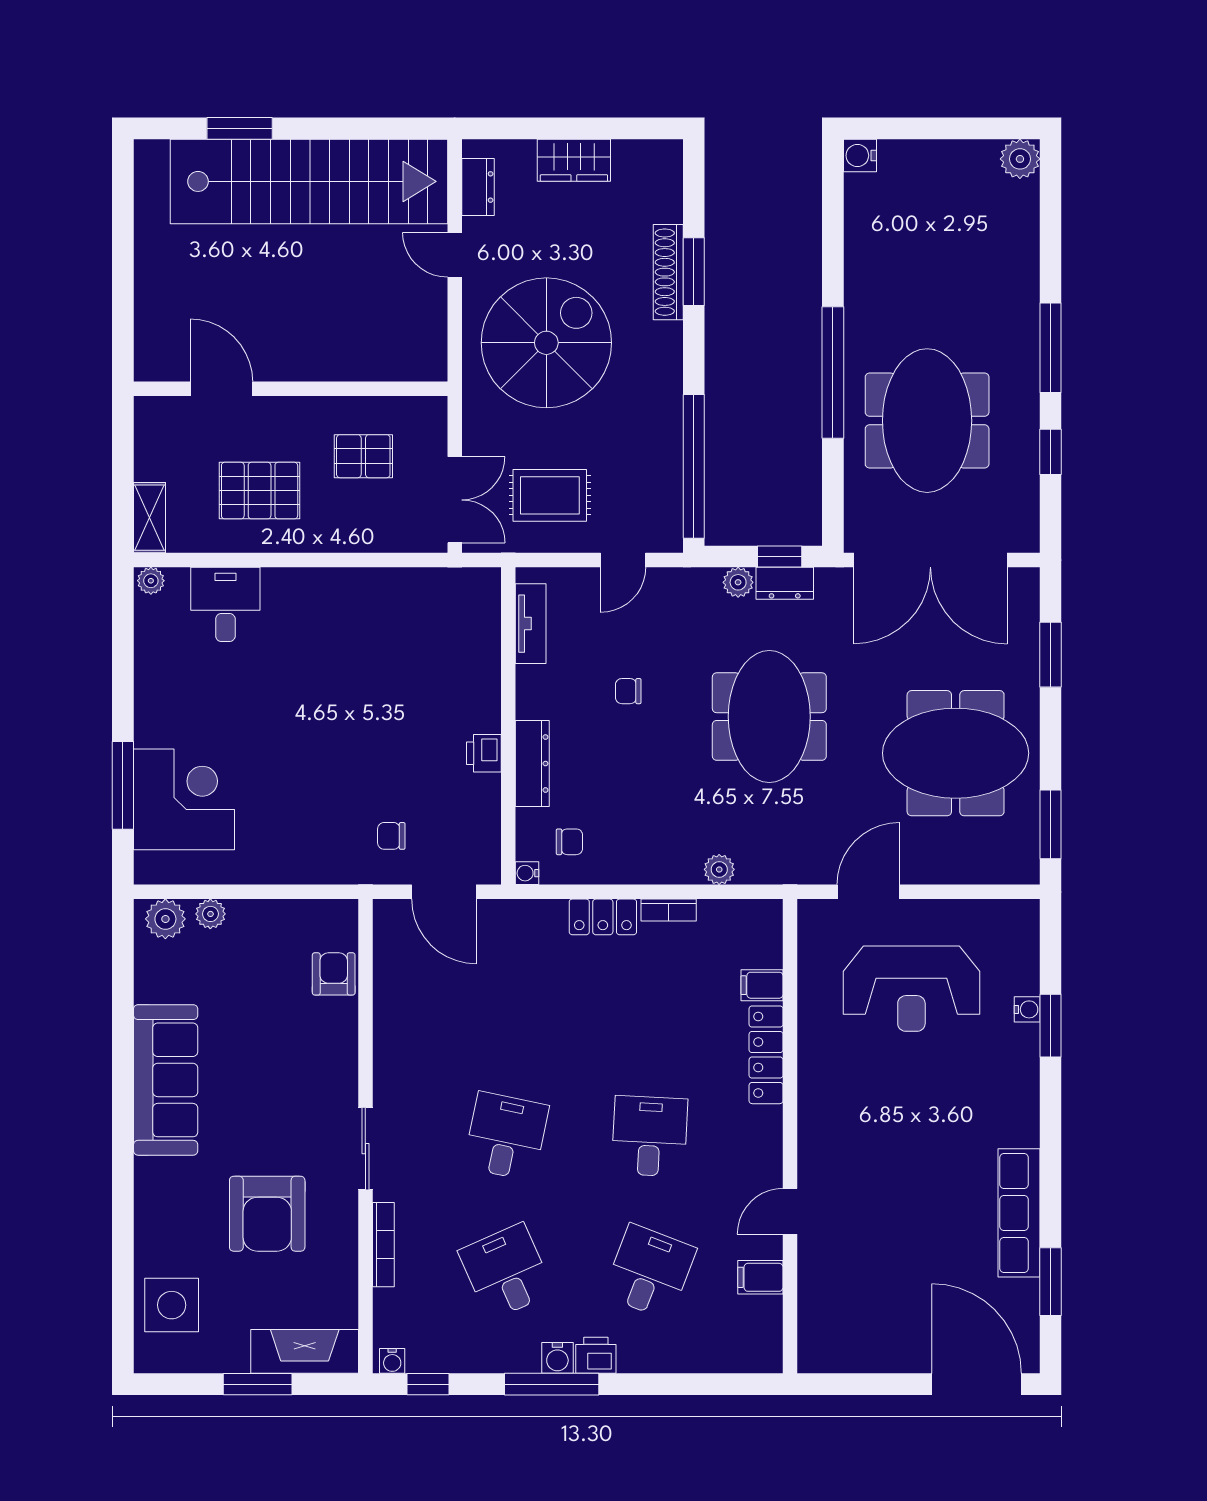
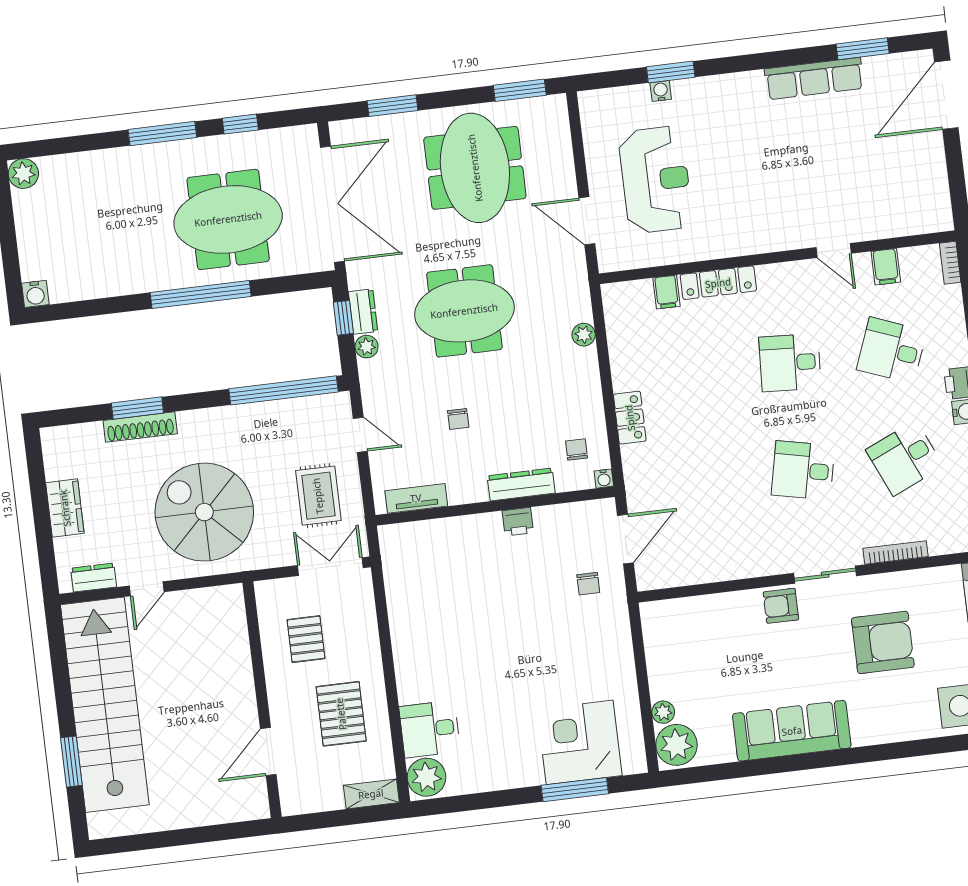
plant: (151, 581) -> (426, 777), width x1.88, depth x1.88
bookcase: (669, 910) -> (950, 263), moved, turned 180
plant: (165, 919) -> (677, 745), width x1.36, depth x1.36
armchair: (334, 974) -> (781, 606), moved

